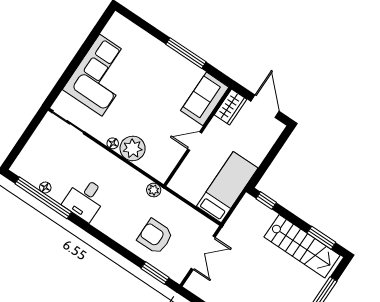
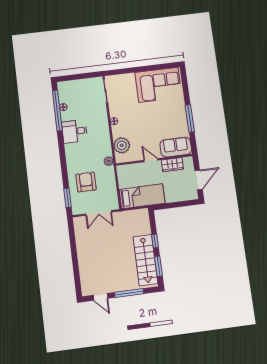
corner sofa: (101, 75) -> (159, 85), moved
wardrobe: (230, 107) -> (172, 165), moved
plant: (133, 148) -> (122, 145), moved
window: (266, 201) -> (155, 241), moved

